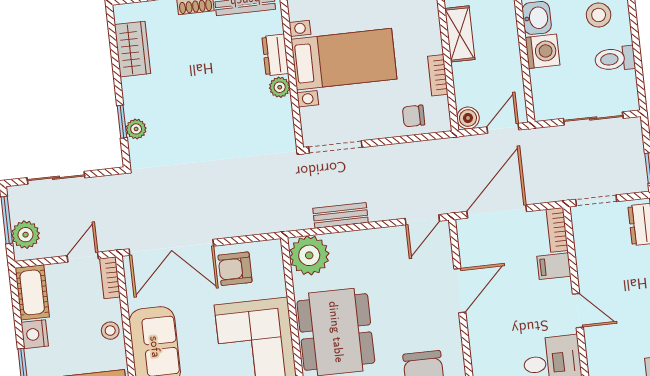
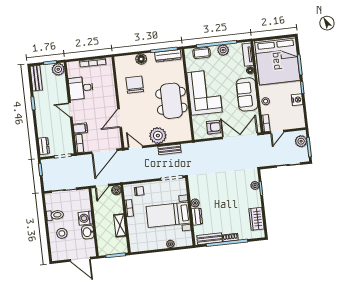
door: (422, 220) -> (135, 148), hinge flipped
plant: (309, 255) -> (158, 136), moved
cot: (32, 292) -> (298, 117), removed

